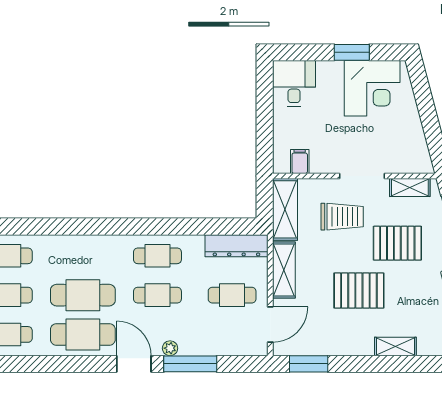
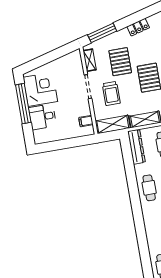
window: (352, 52) -> (23, 104), width x2.11
desk: (294, 83) -> (42, 117), moved
trolley: (342, 217) -> (111, 93), turned 180

